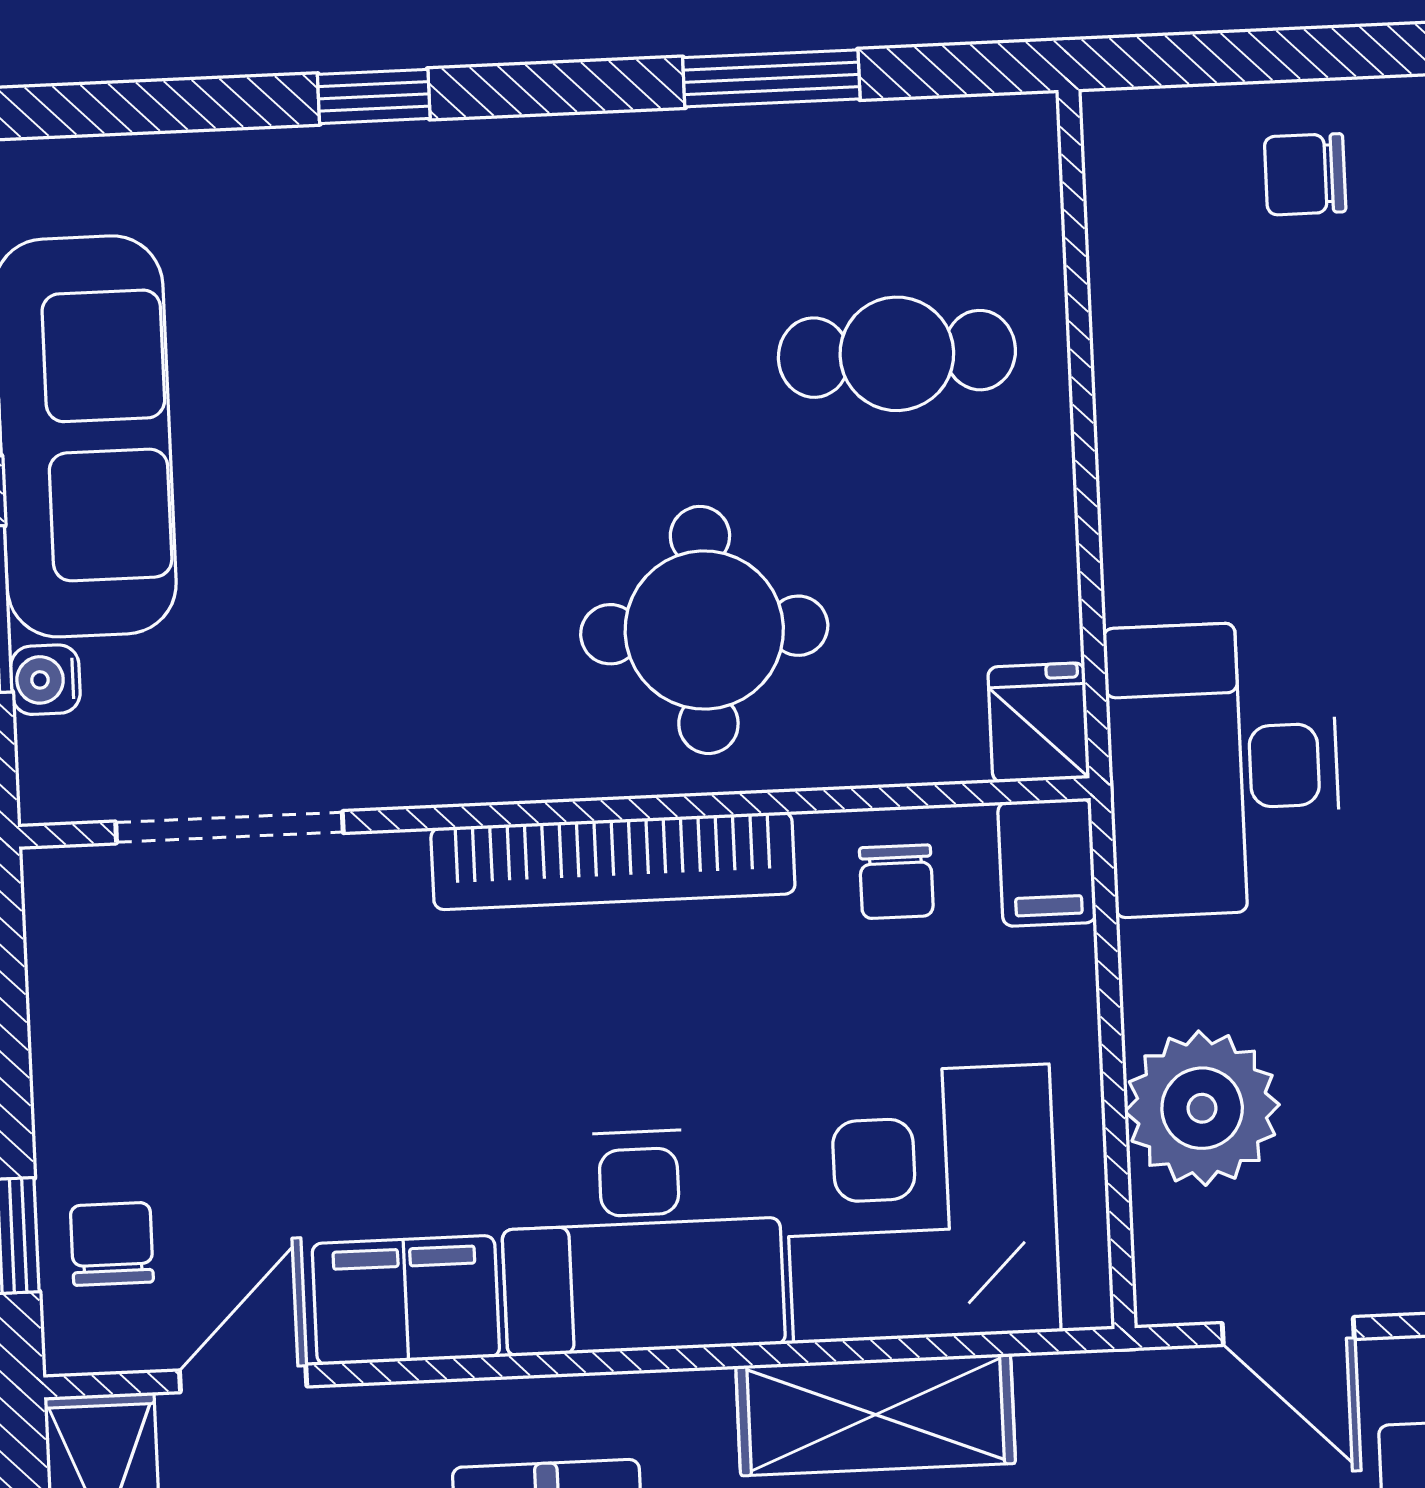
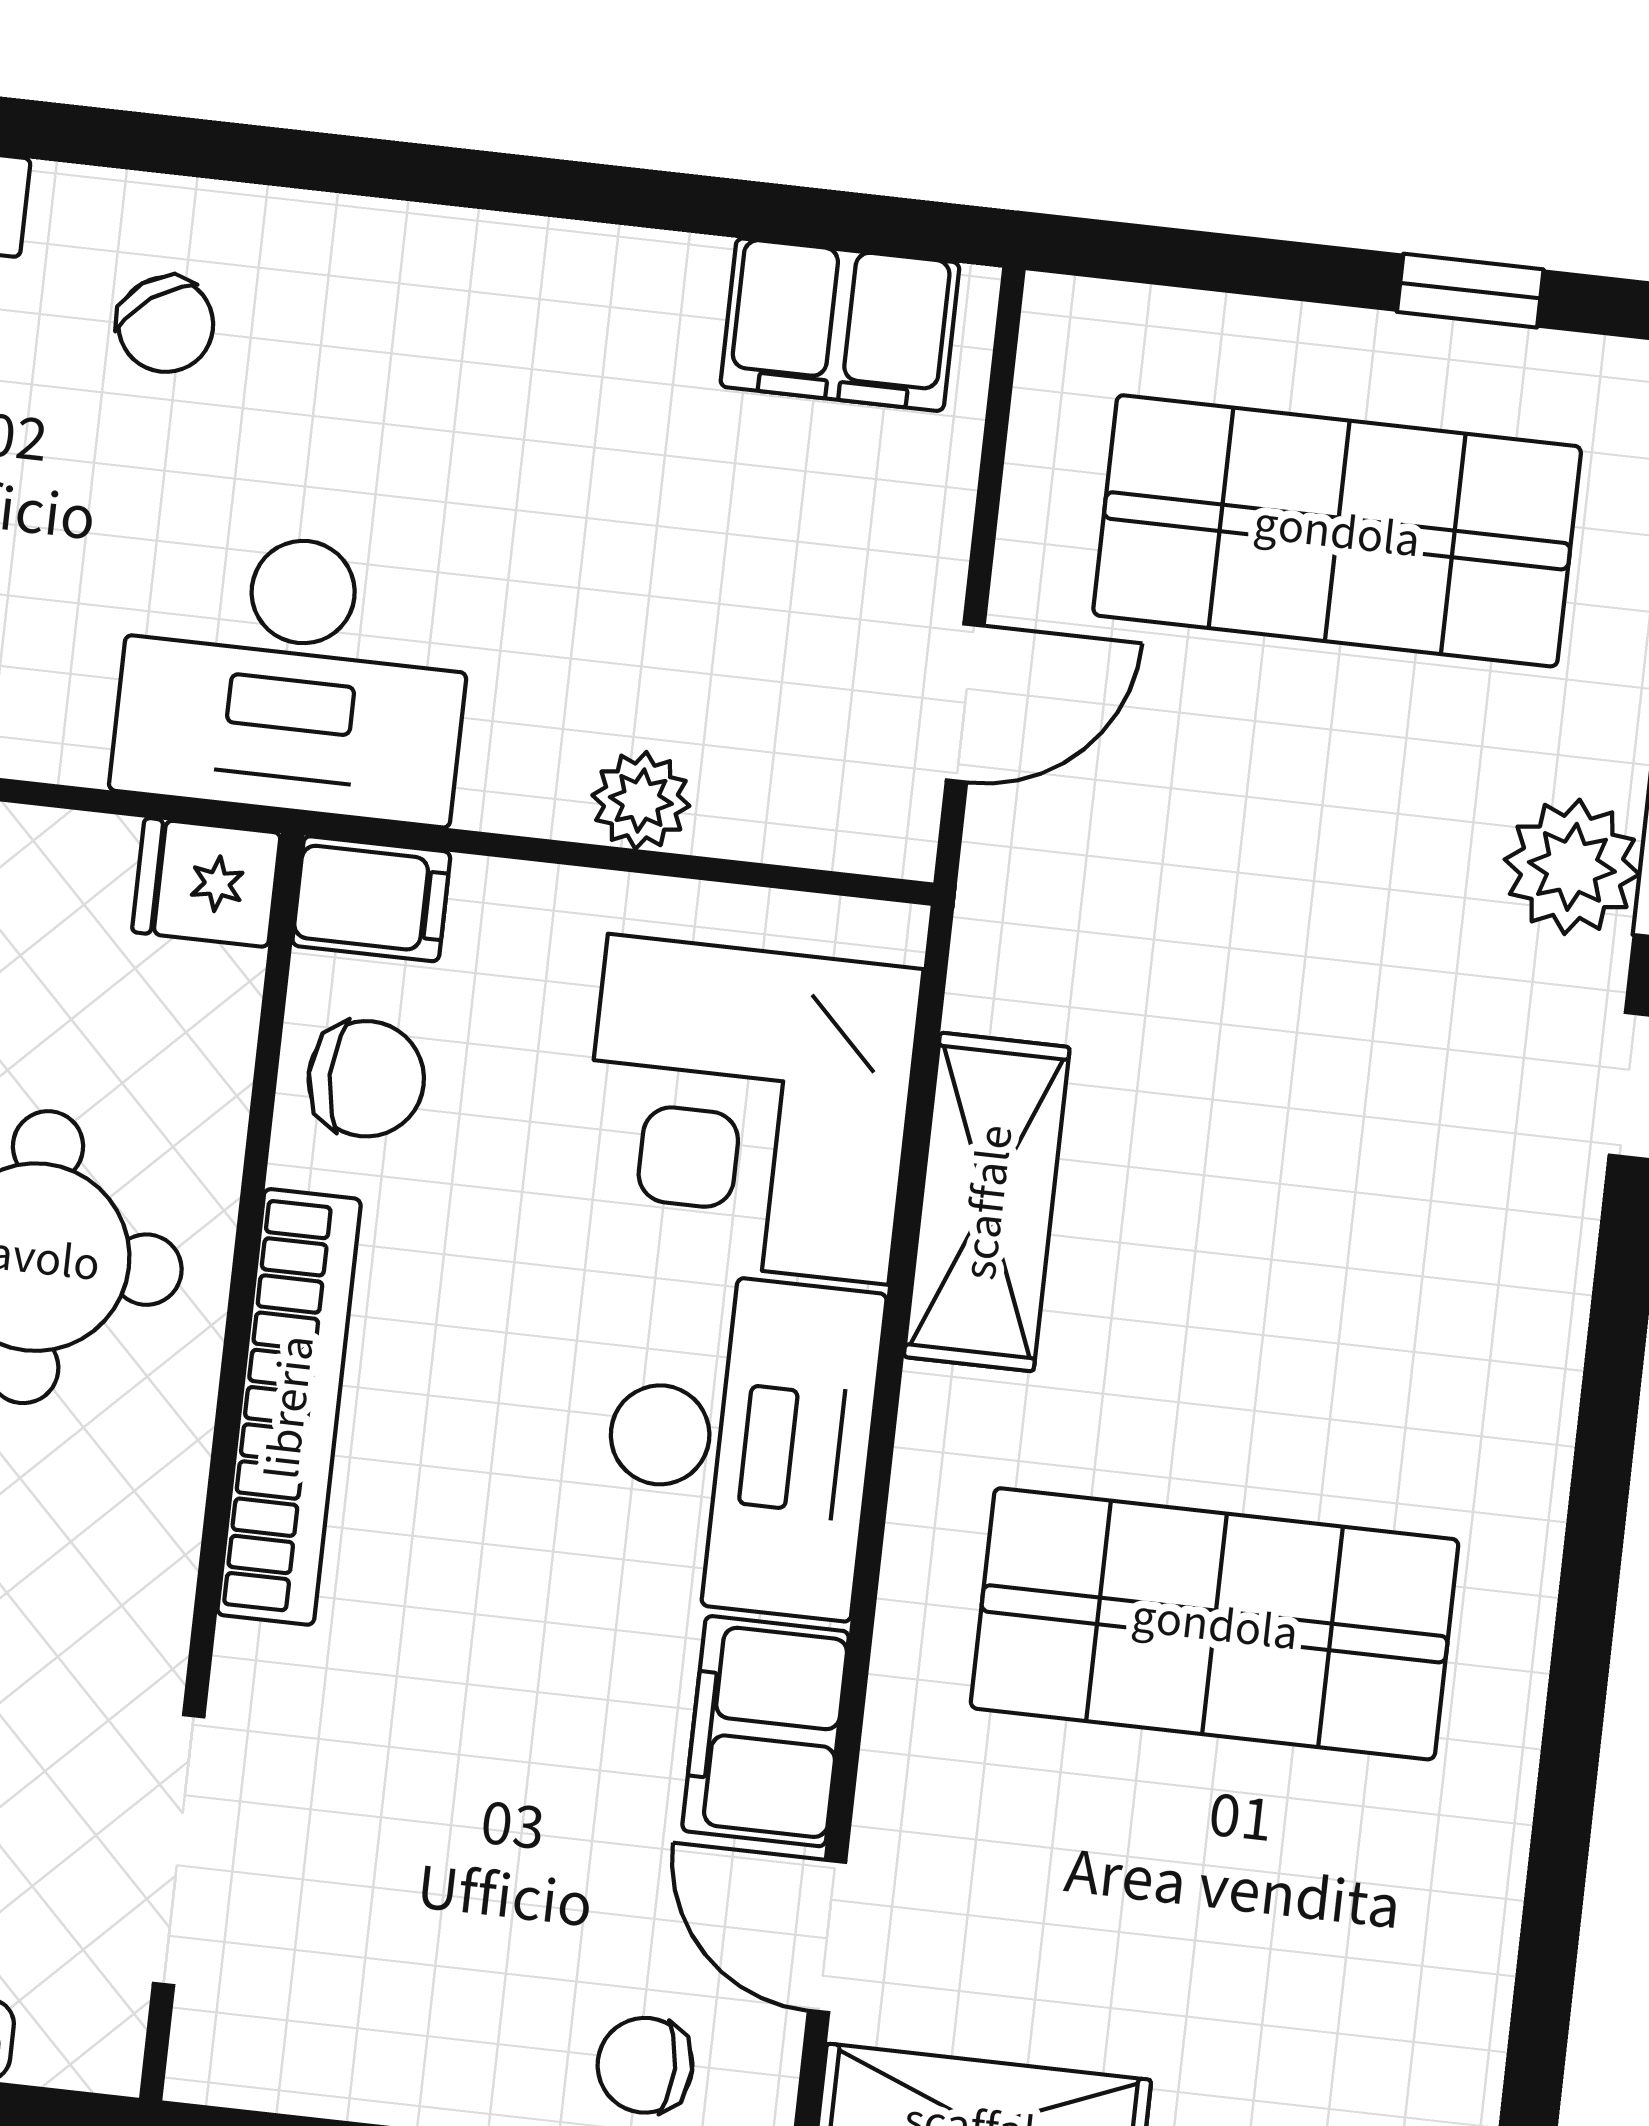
chair: (896, 882) -> (366, 1079), width x1.37, depth x1.37
plant: (1202, 1108) -> (641, 800), width x0.53, depth x0.53

